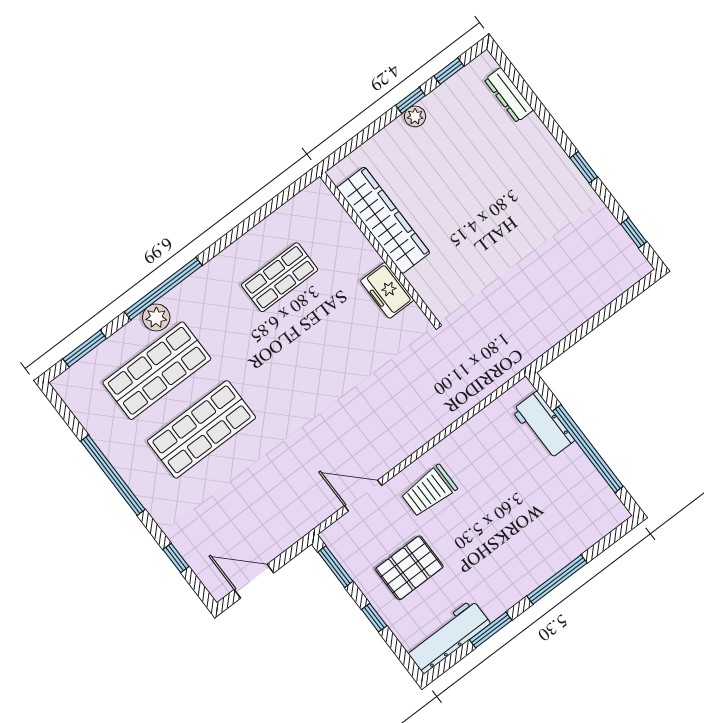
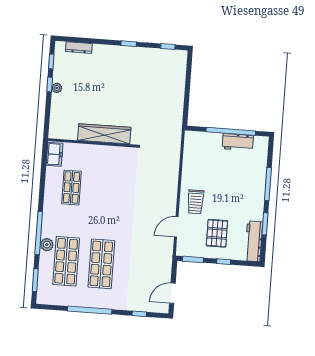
wardrobe: (383, 220) -> (104, 134), moved
freezer: (387, 290) -> (54, 154), moved, turned -90
workbench: (543, 425) -> (238, 142), moved

